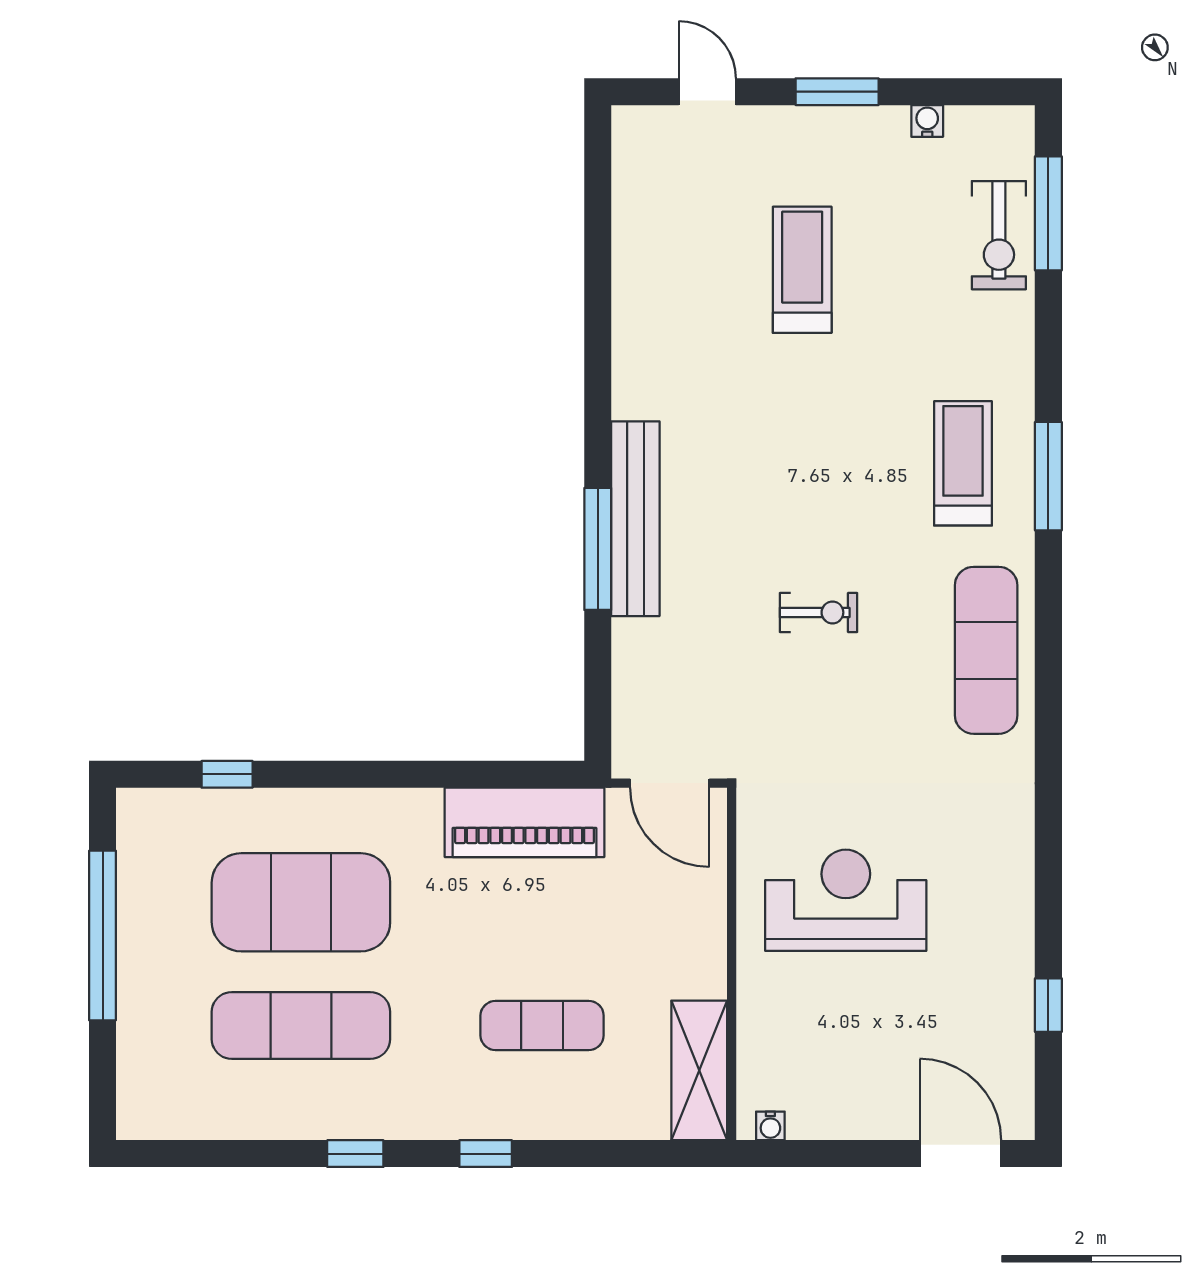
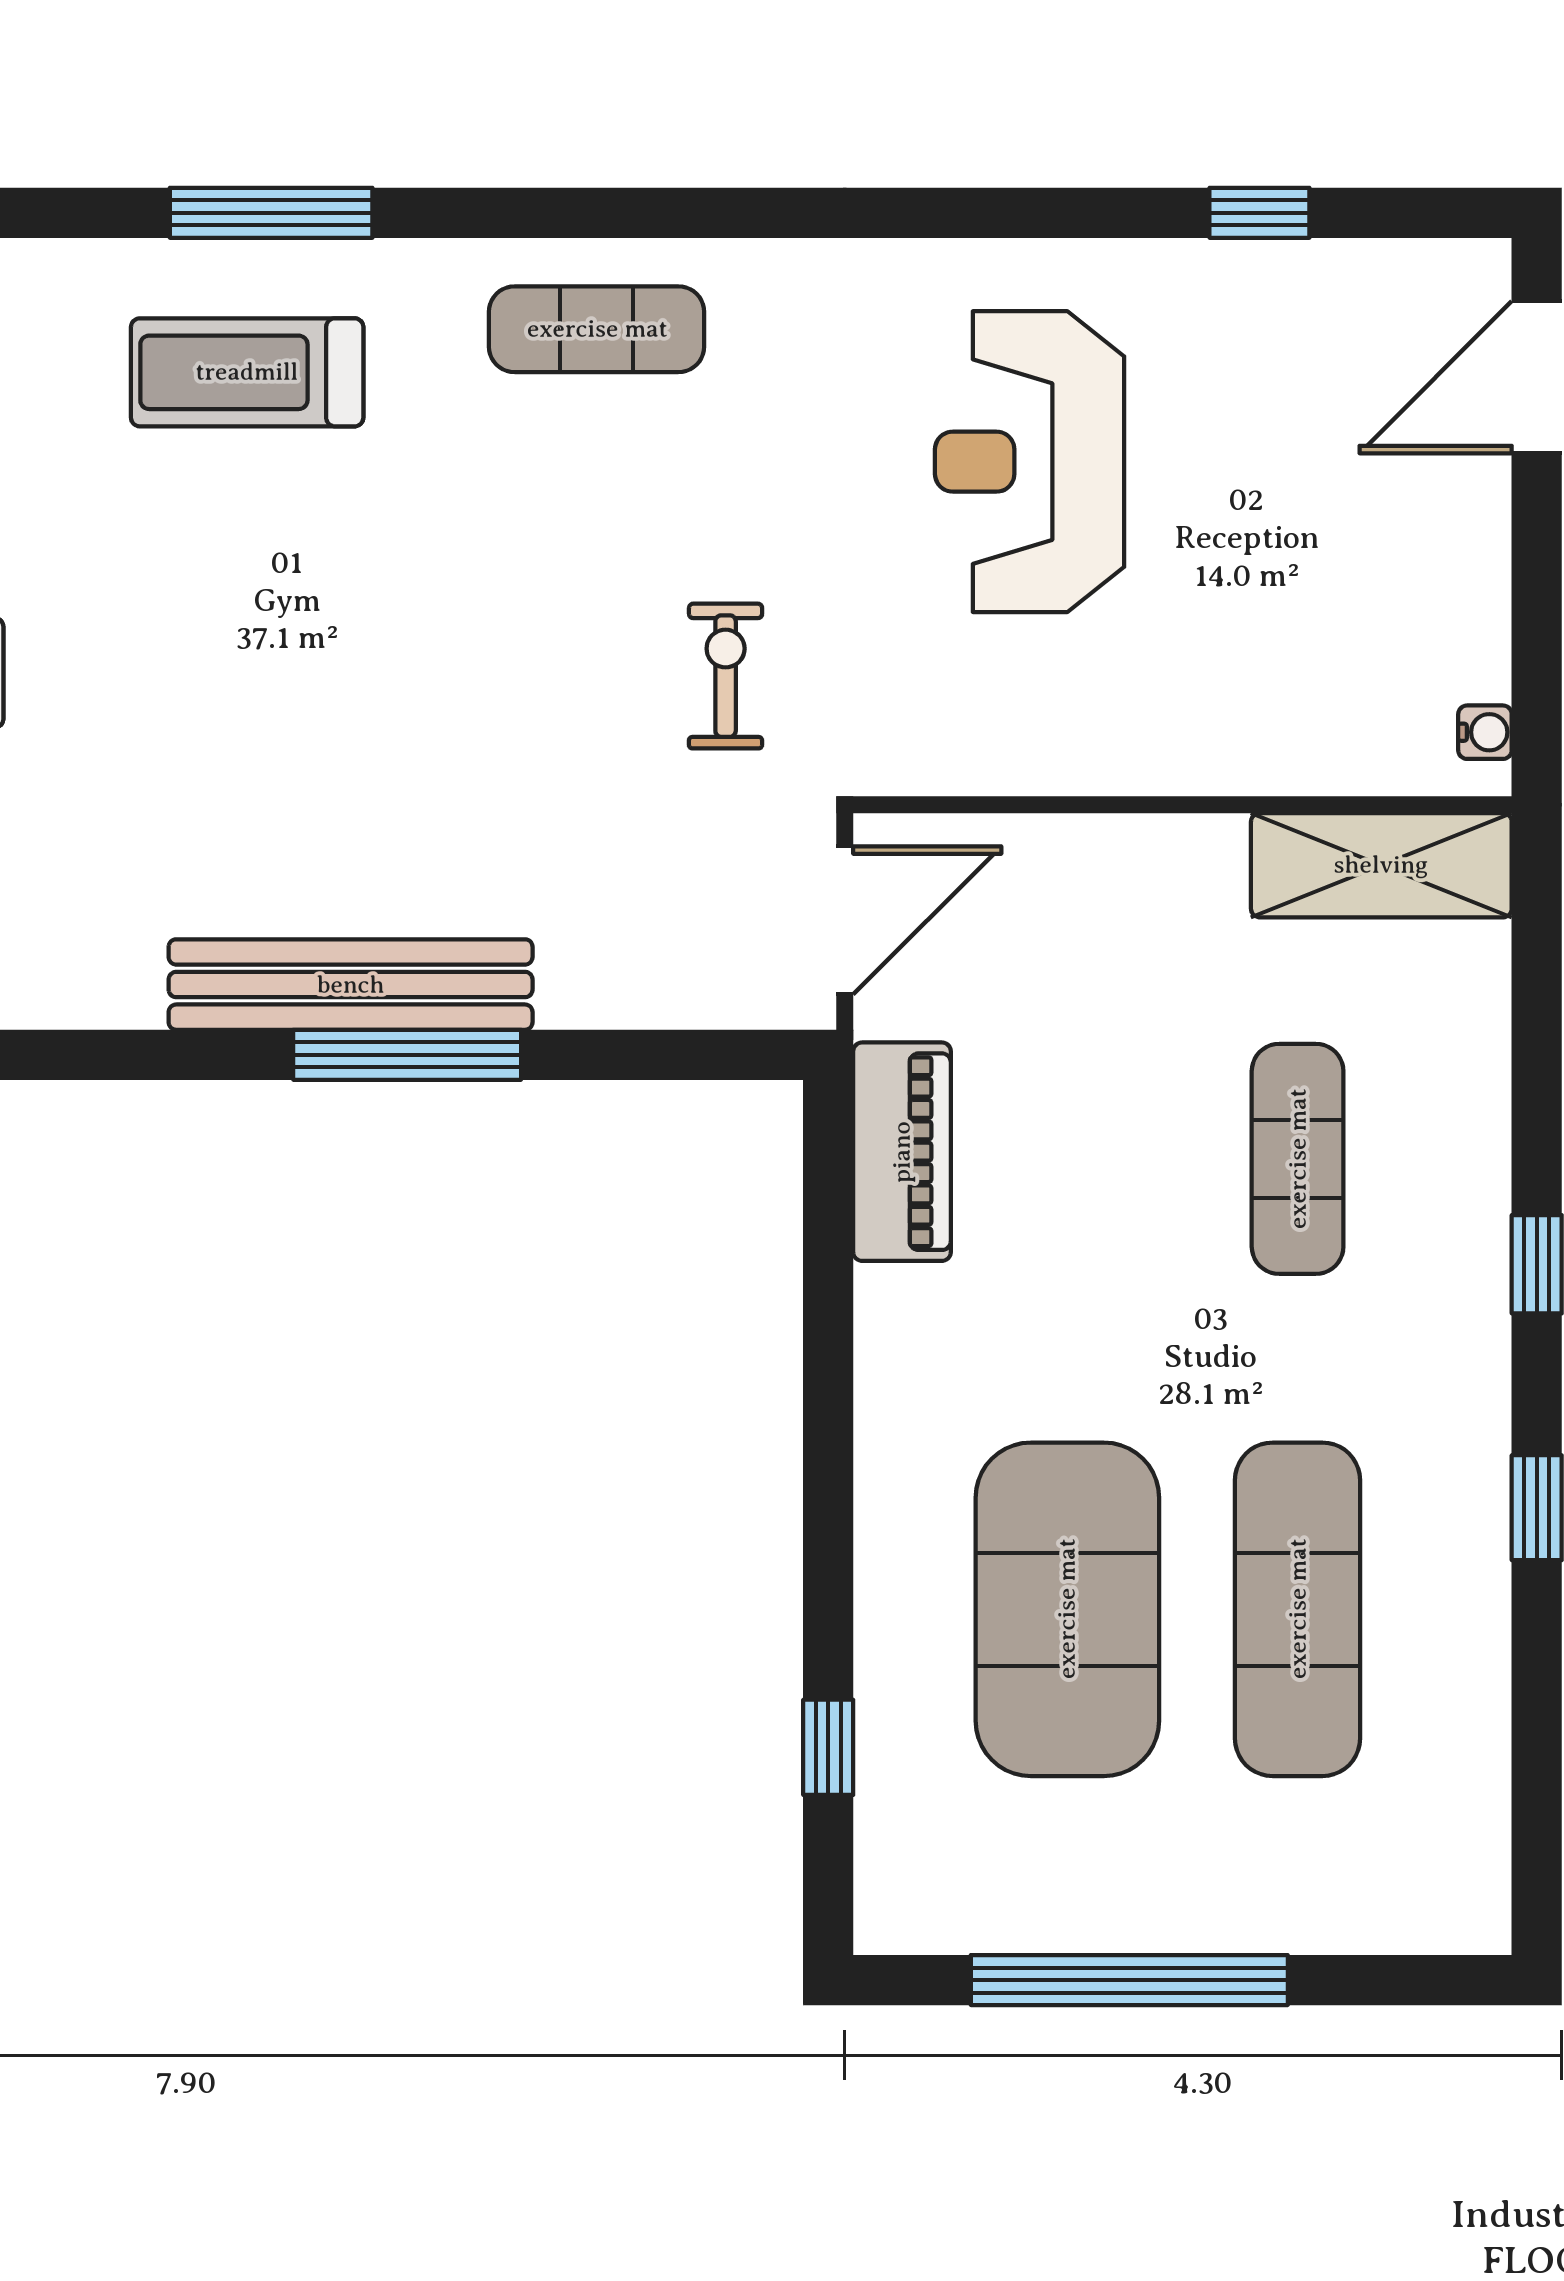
exercise bike: (819, 612) -> (726, 676), moved
exercise mat: (986, 650) -> (597, 329), width x0.73, depth x0.69
piano: (525, 822) -> (902, 1152), width x0.73, depth x0.75
reception desk: (846, 900) -> (1030, 462), moved

